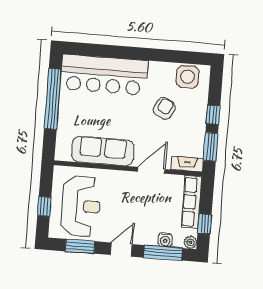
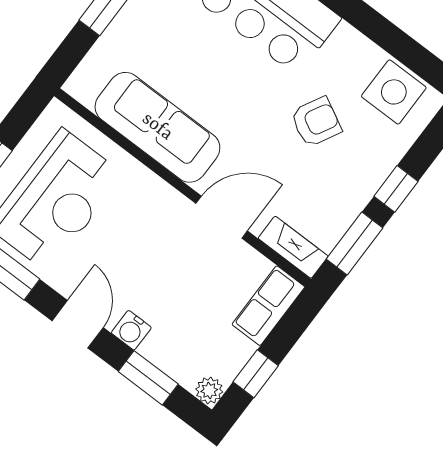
row of seats: (192, 202) -> (268, 306), width x0.68
water cooler: (165, 240) -> (131, 330), moved
door: (121, 250) -> (78, 324), hinge flipped
window: (163, 253) -> (148, 378), width x0.69

